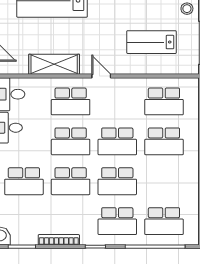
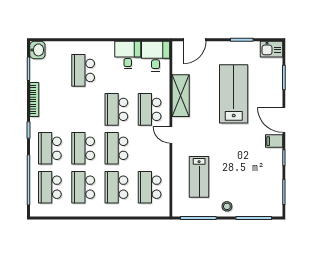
lab bench: (151, 42) -> (199, 177), turned 180
door: (101, 76) -> (171, 135), swing flipped
school desk: (71, 181) -> (83, 187), moved

